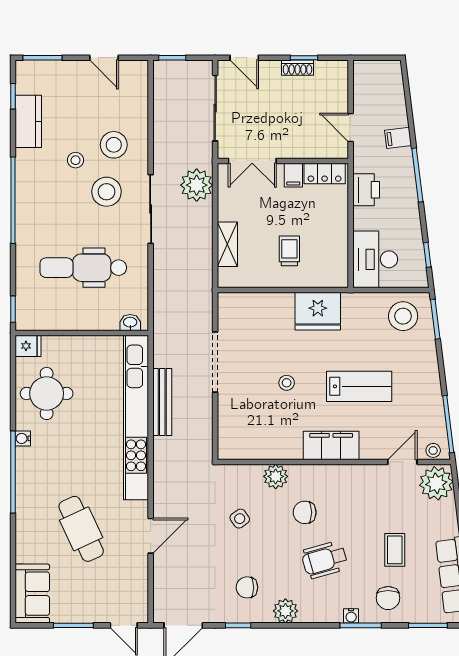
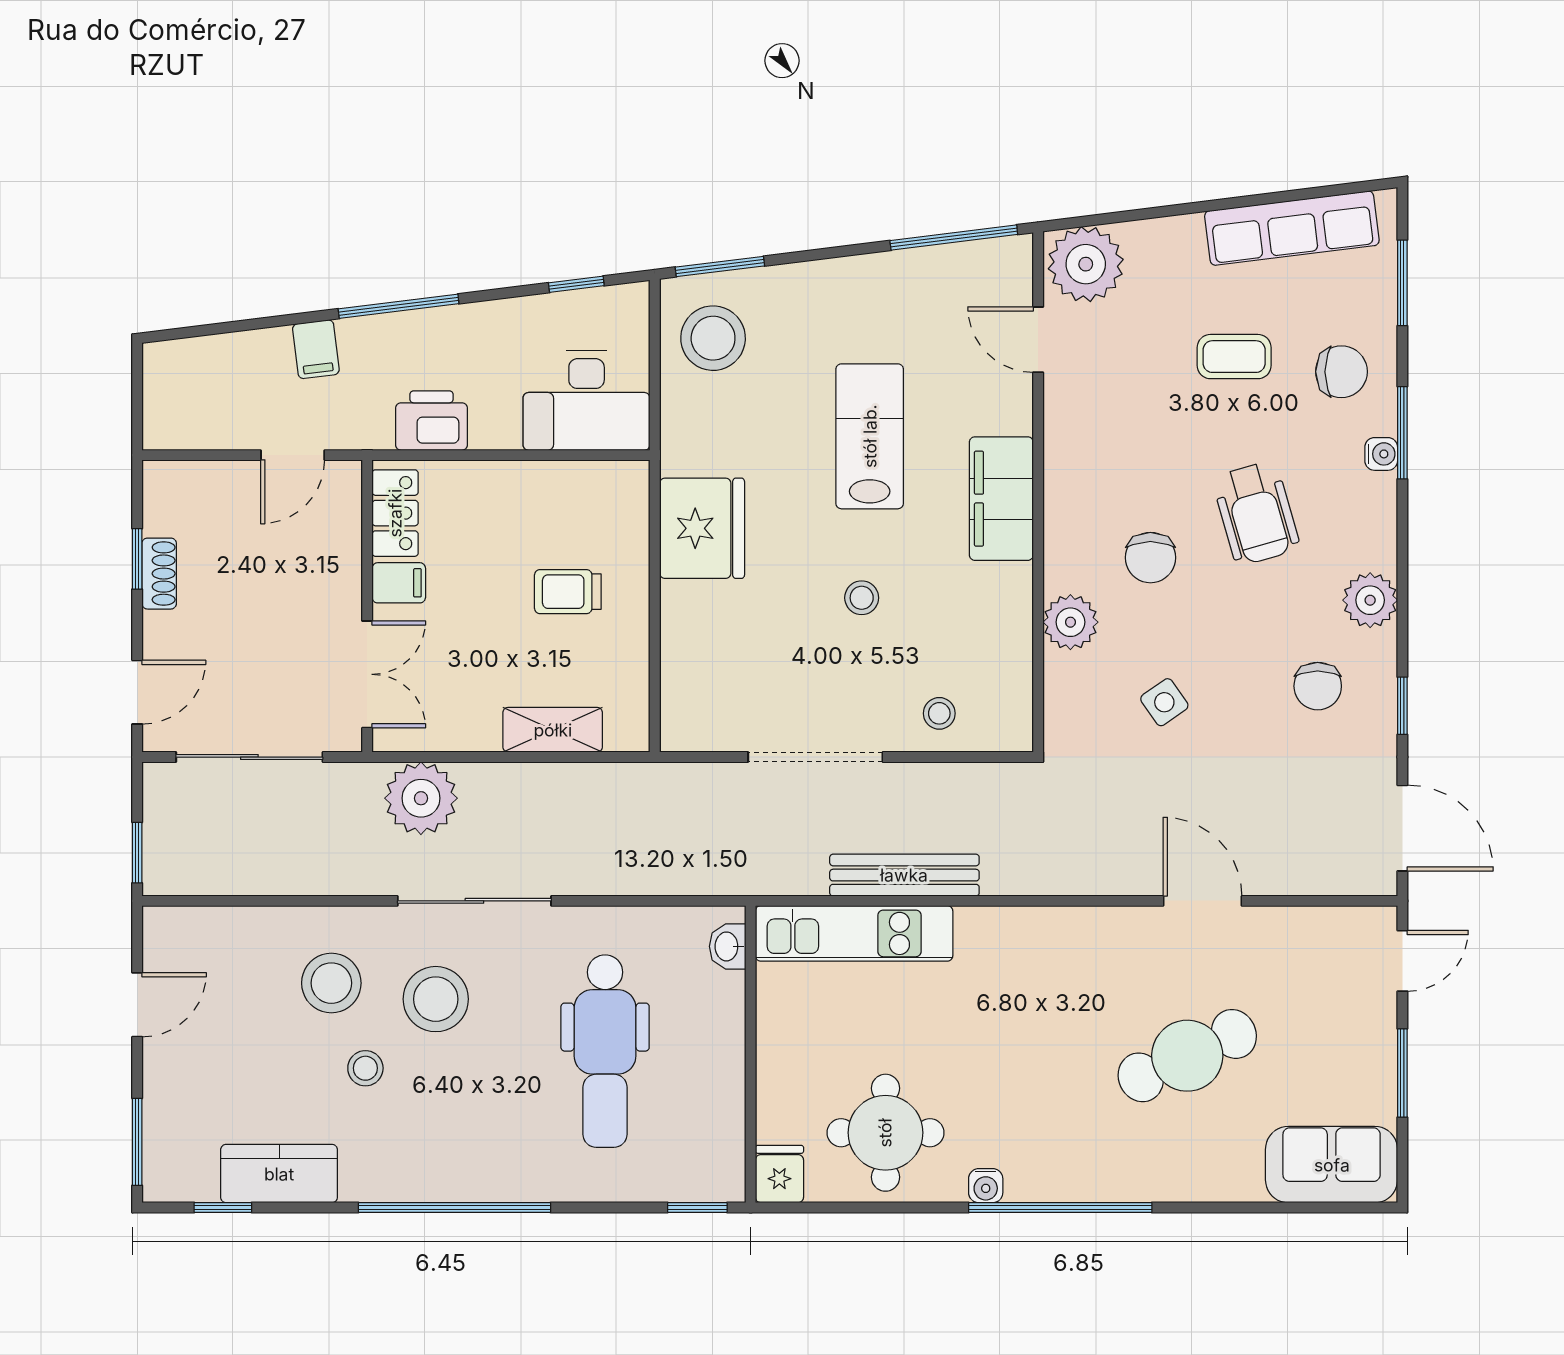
kitchen unit: (136, 417) -> (854, 933), width x0.54
stool: (433, 450) -> (939, 713), moved

